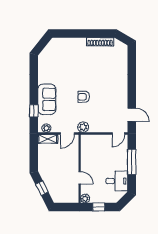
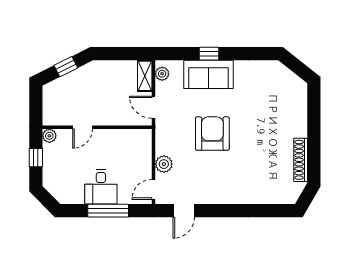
armchair: (84, 97) -> (212, 134), width x1.88, depth x1.88
window: (34, 111) -> (209, 54), moved
plant: (83, 127) -> (164, 164), moved
door: (119, 134) -> (154, 189), hinge flipped
desk: (117, 181) -> (101, 187), moved

